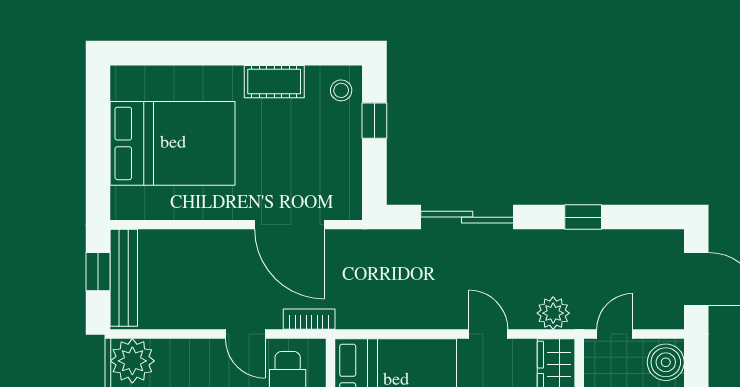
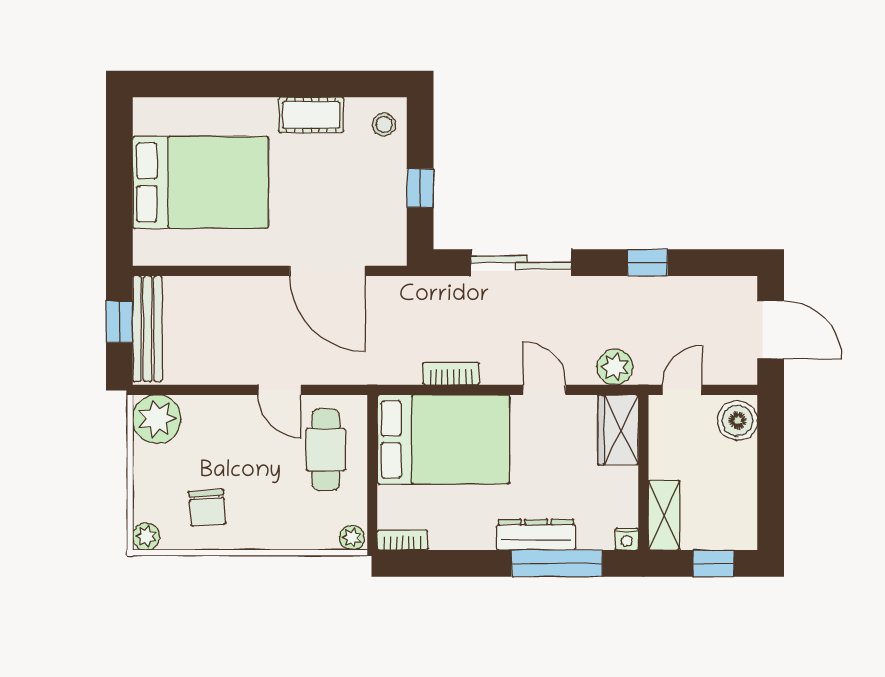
window: (374, 121) -> (420, 188), moved
bookcase: (309, 319) -> (451, 374), moved

